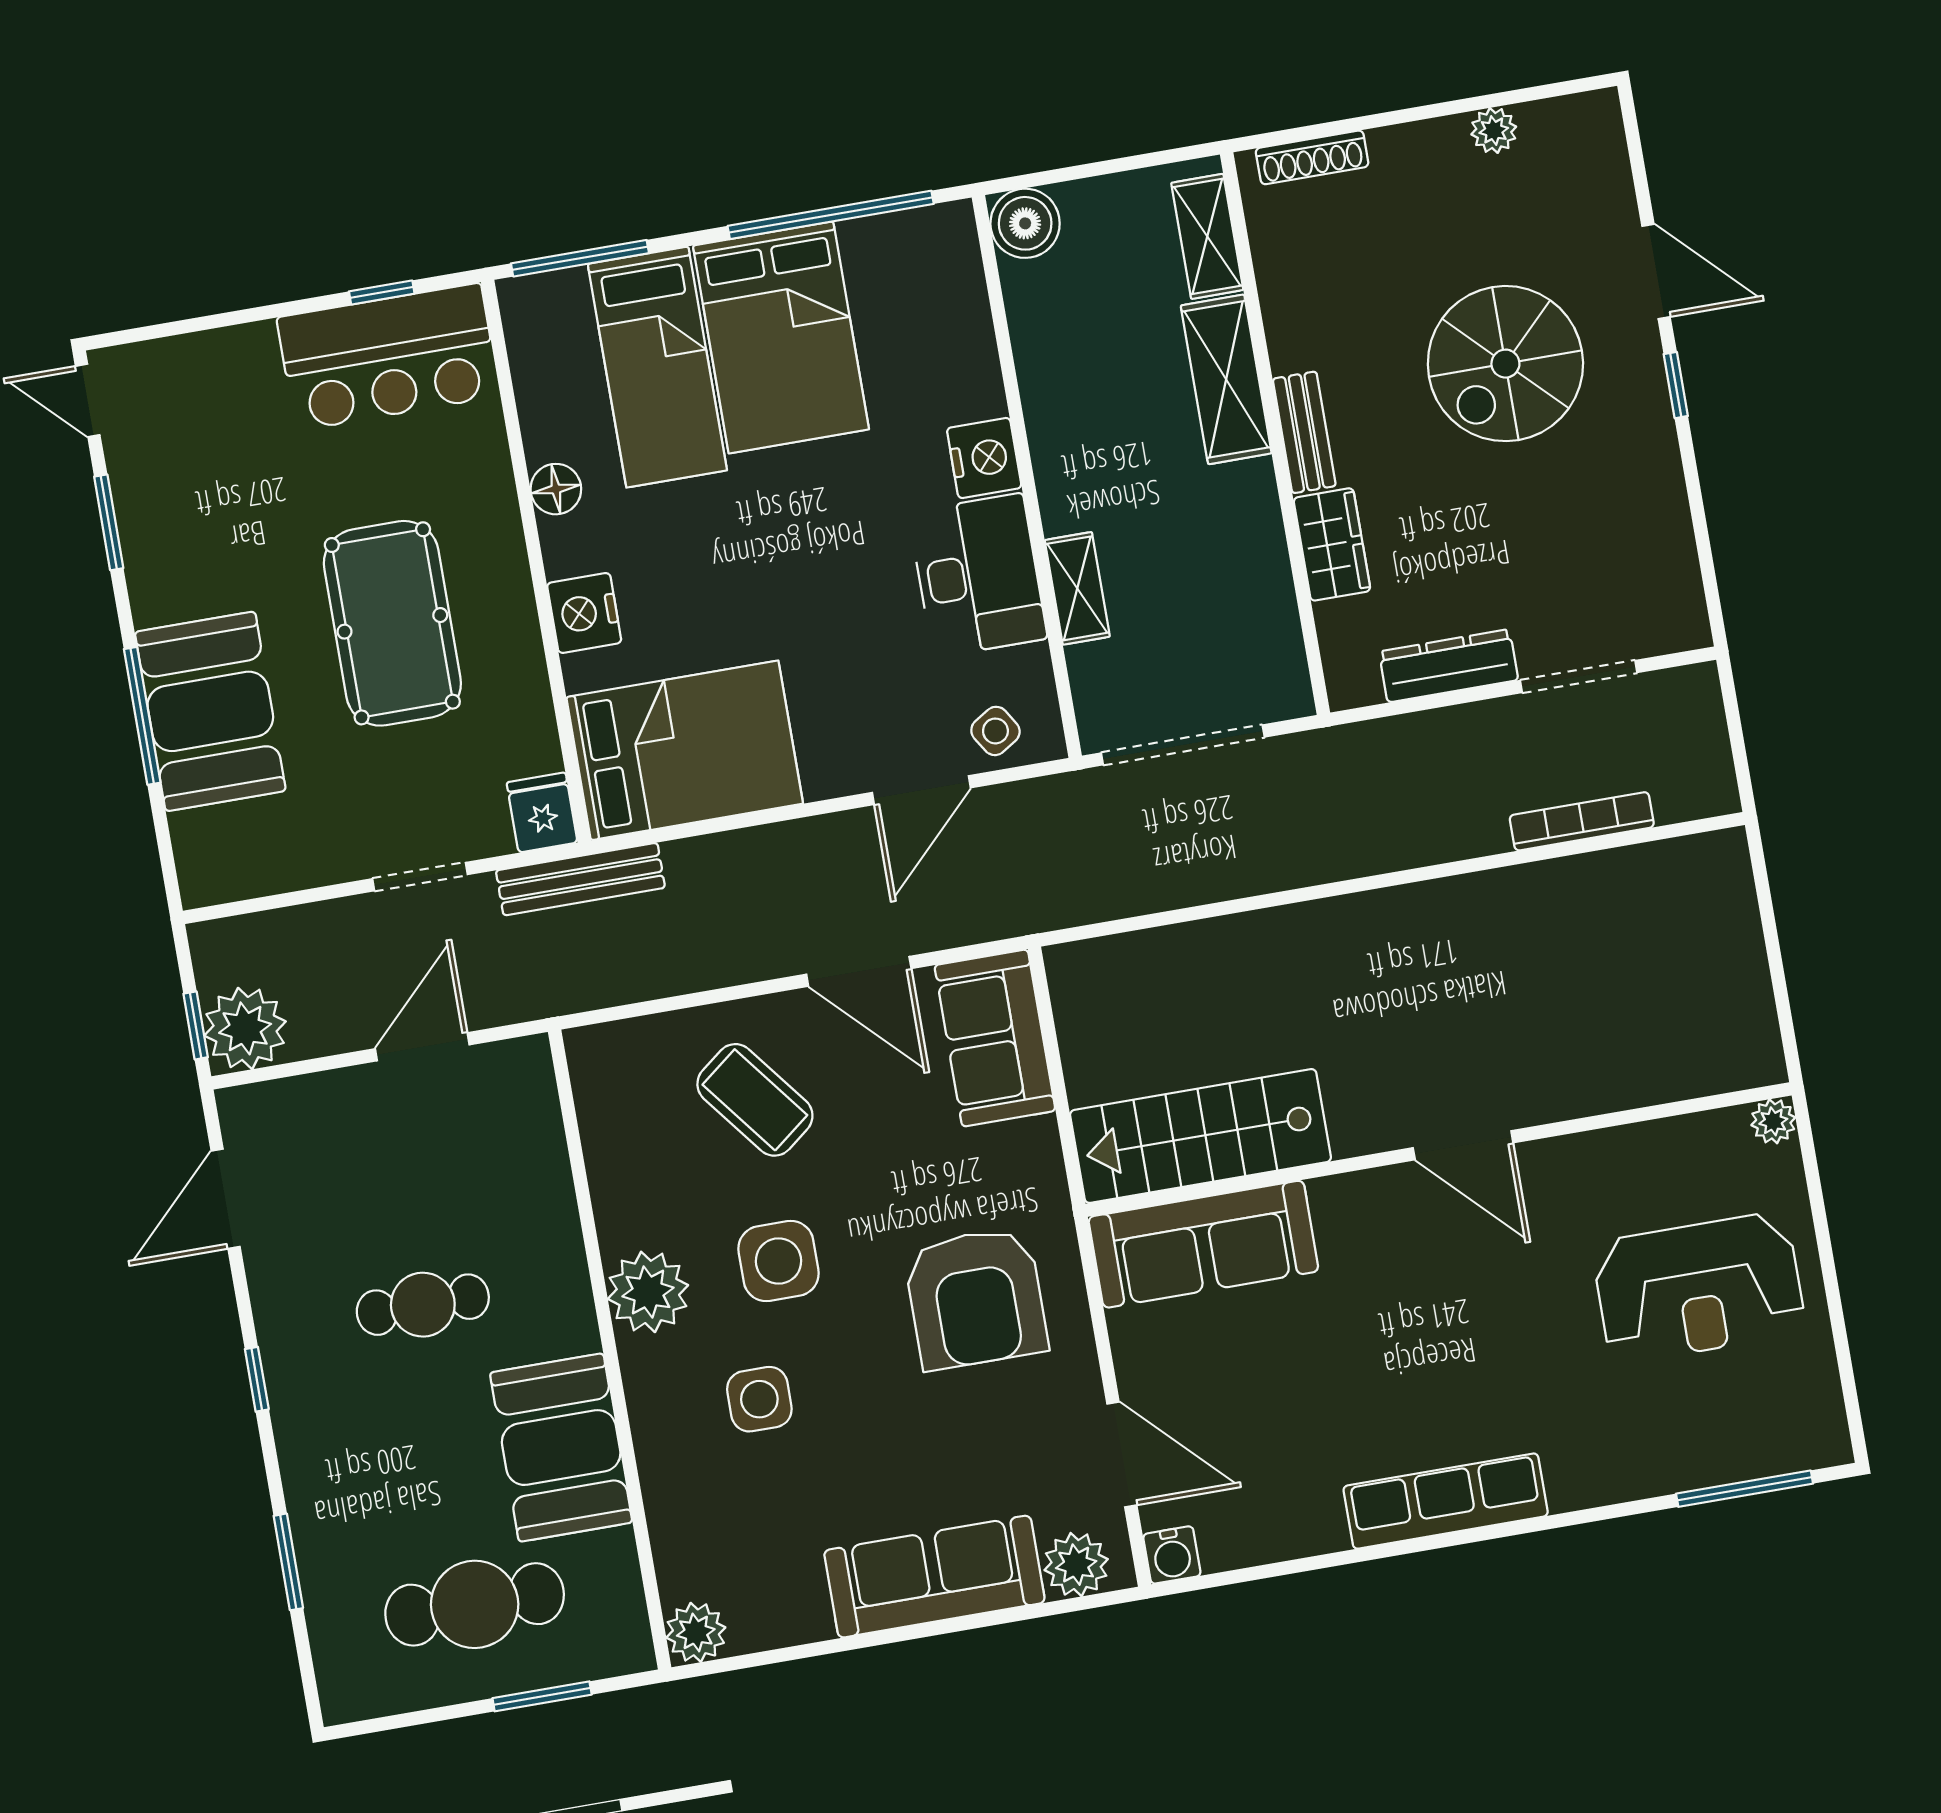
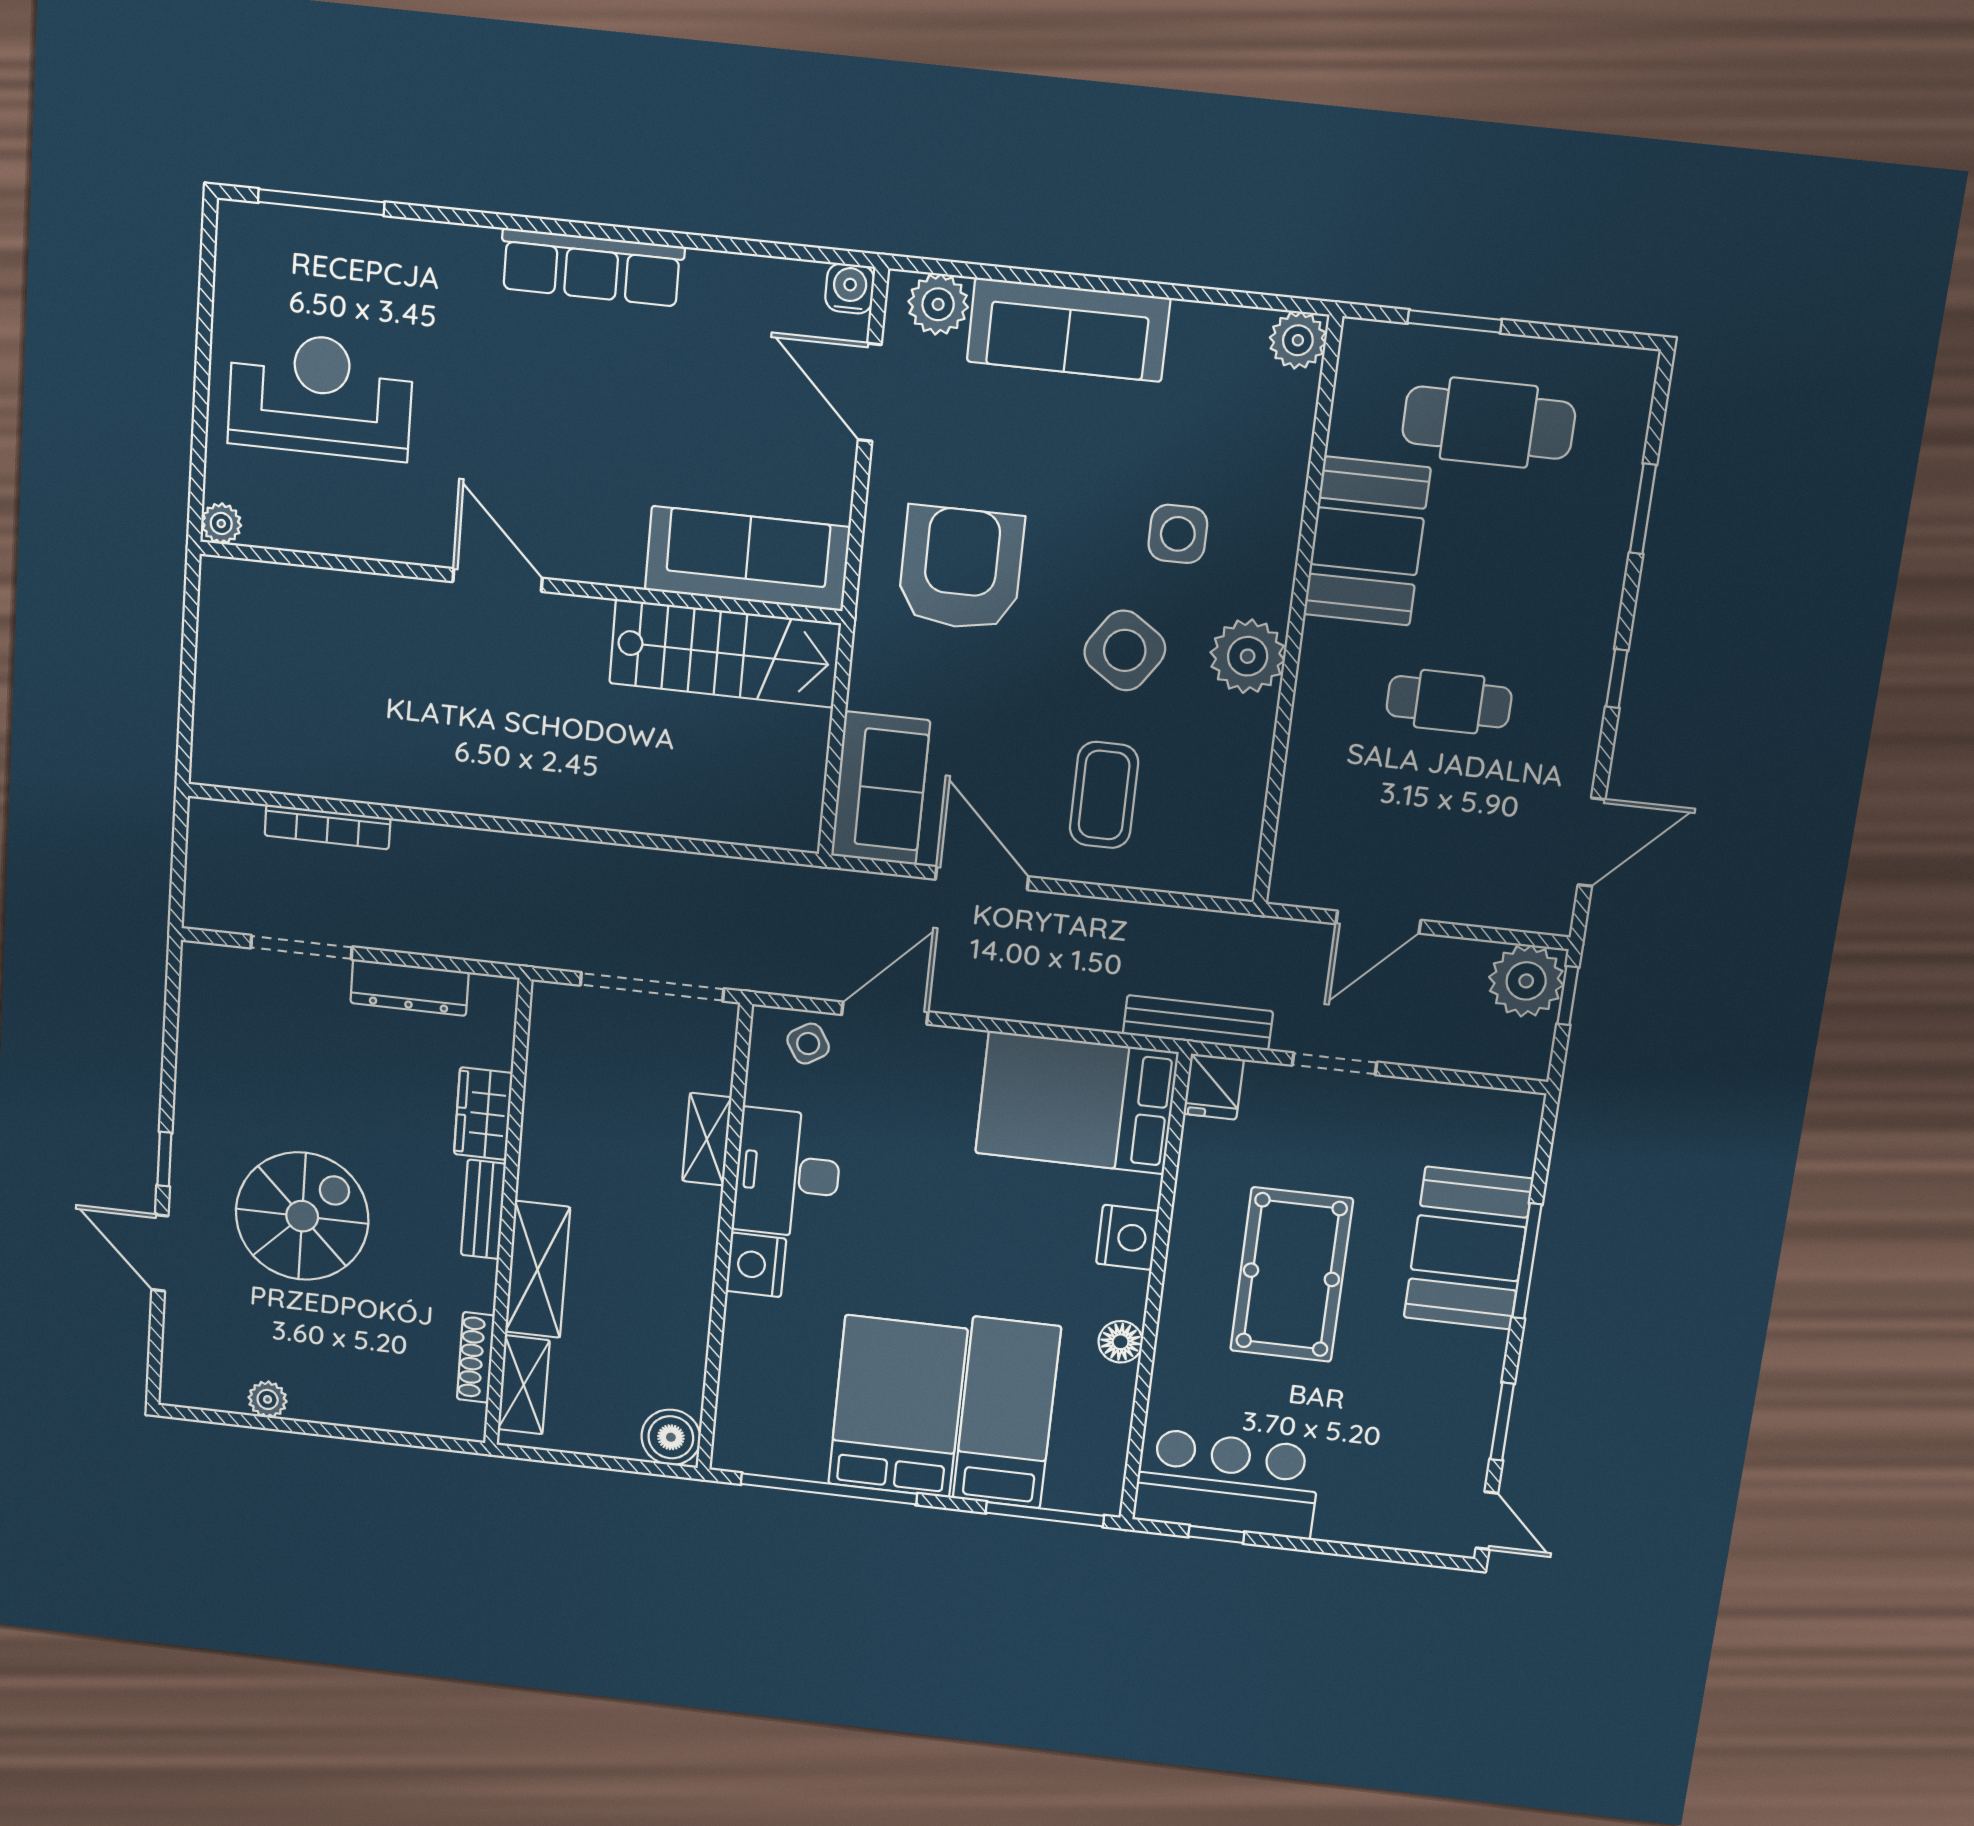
shoe rack: (1312, 157) -> (476, 1357), moved, turned -90
coffee table: (755, 1100) -> (1104, 795), turned 38
side table: (779, 1261) -> (1125, 650), turned 34

